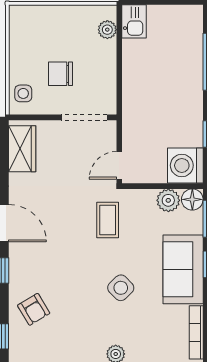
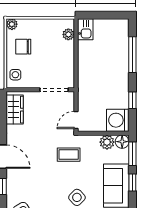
plant: (18, 14) -> (12, 24), added
chair: (61, 74) -> (23, 47), moved
coffee table: (108, 220) -> (69, 155), turned 90

